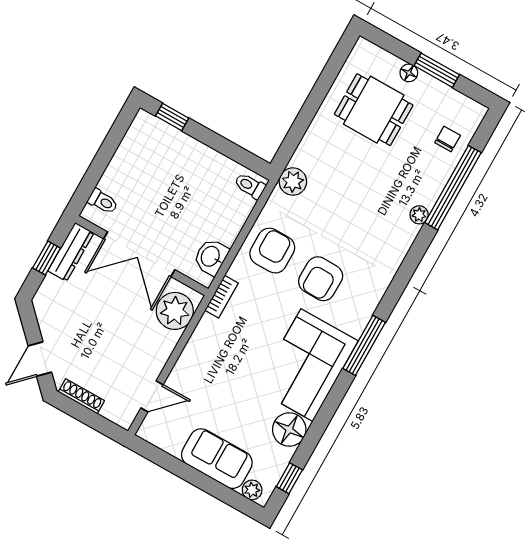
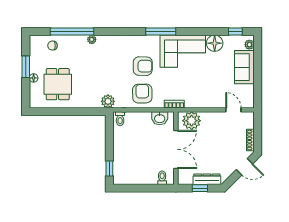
armchair: (272, 251) -> (142, 94), turned 89
dresser: (71, 252) -> (207, 179), moved

